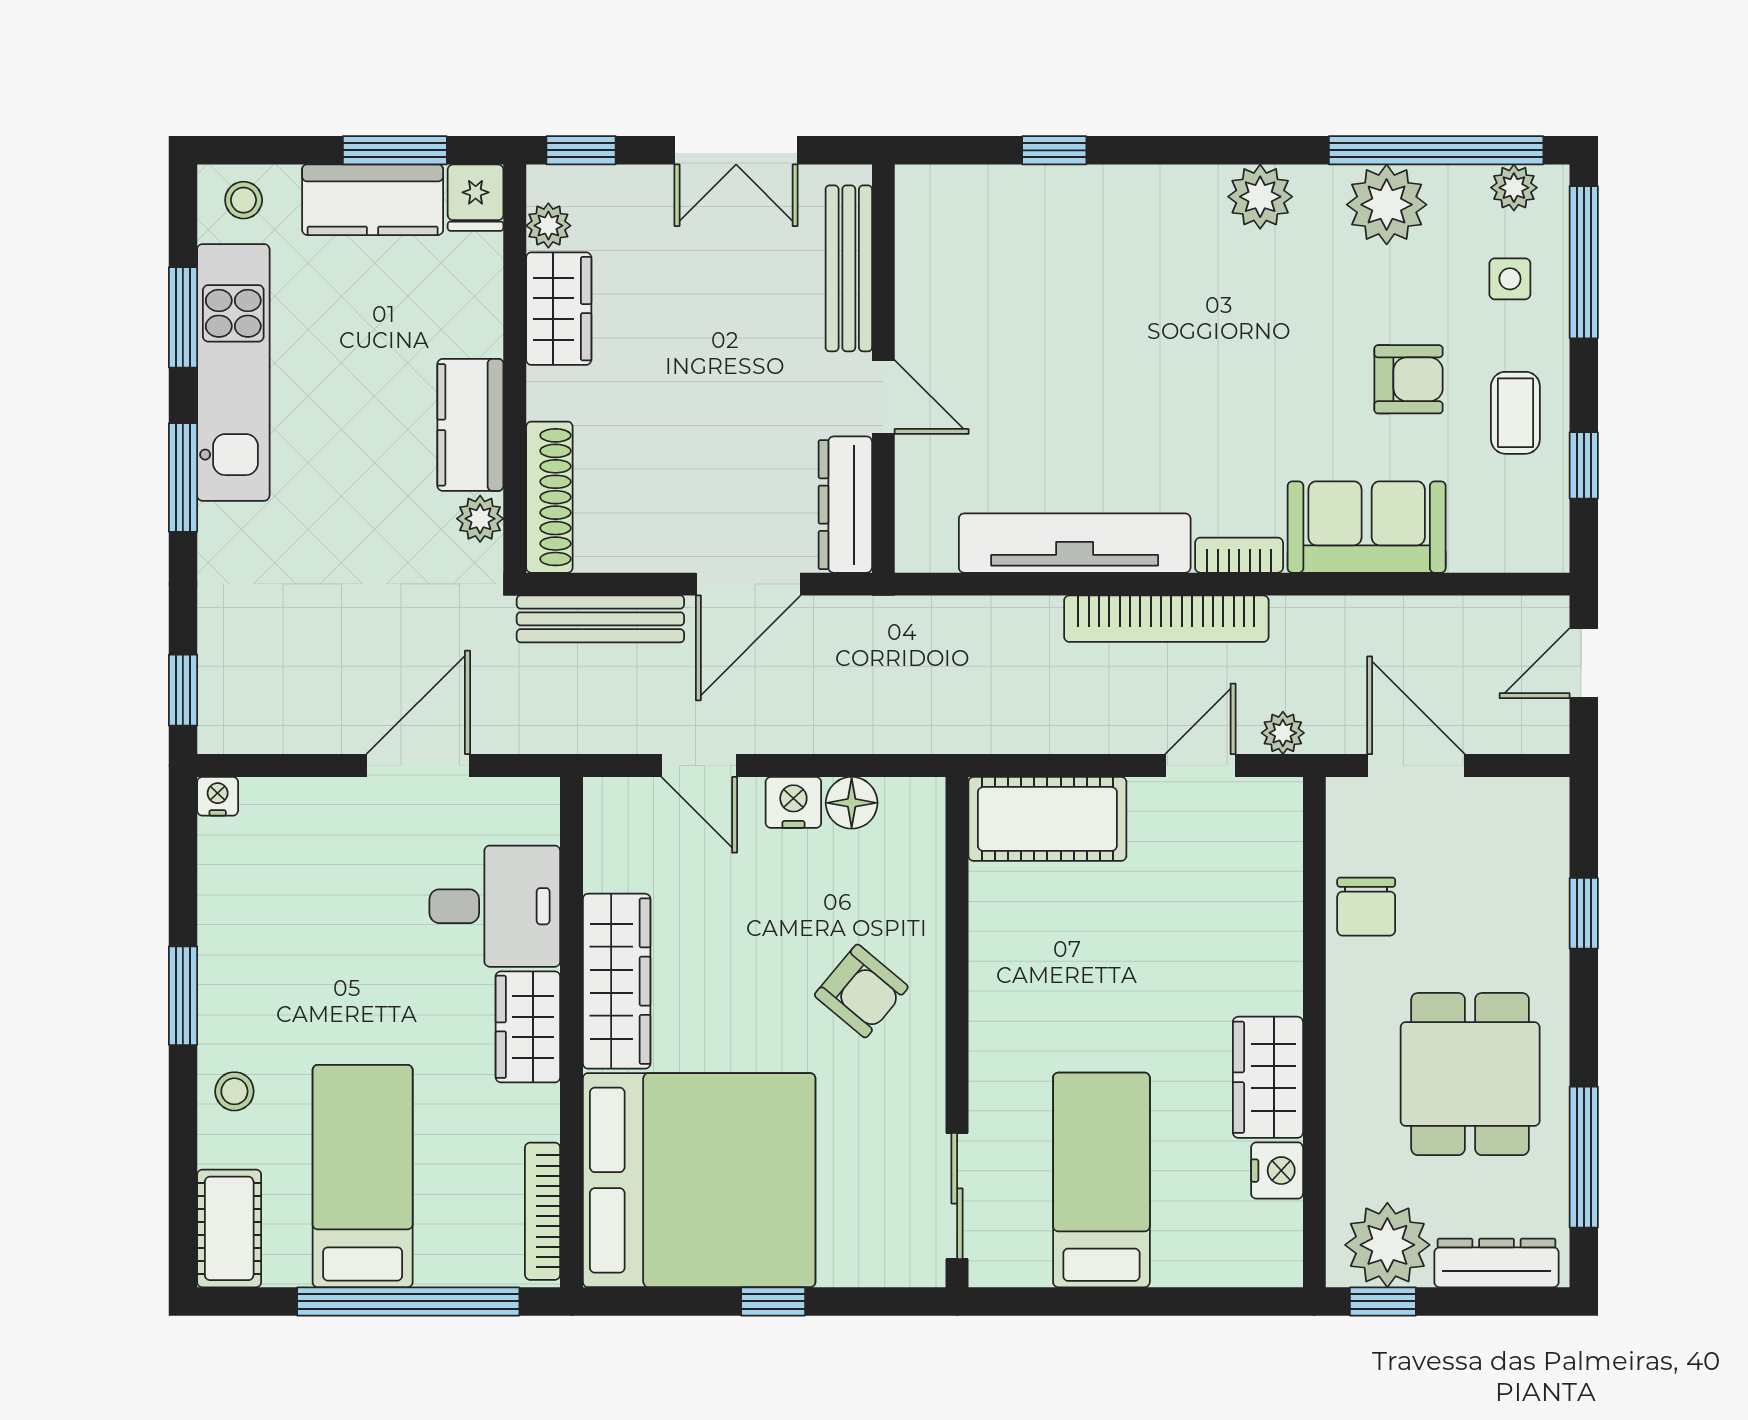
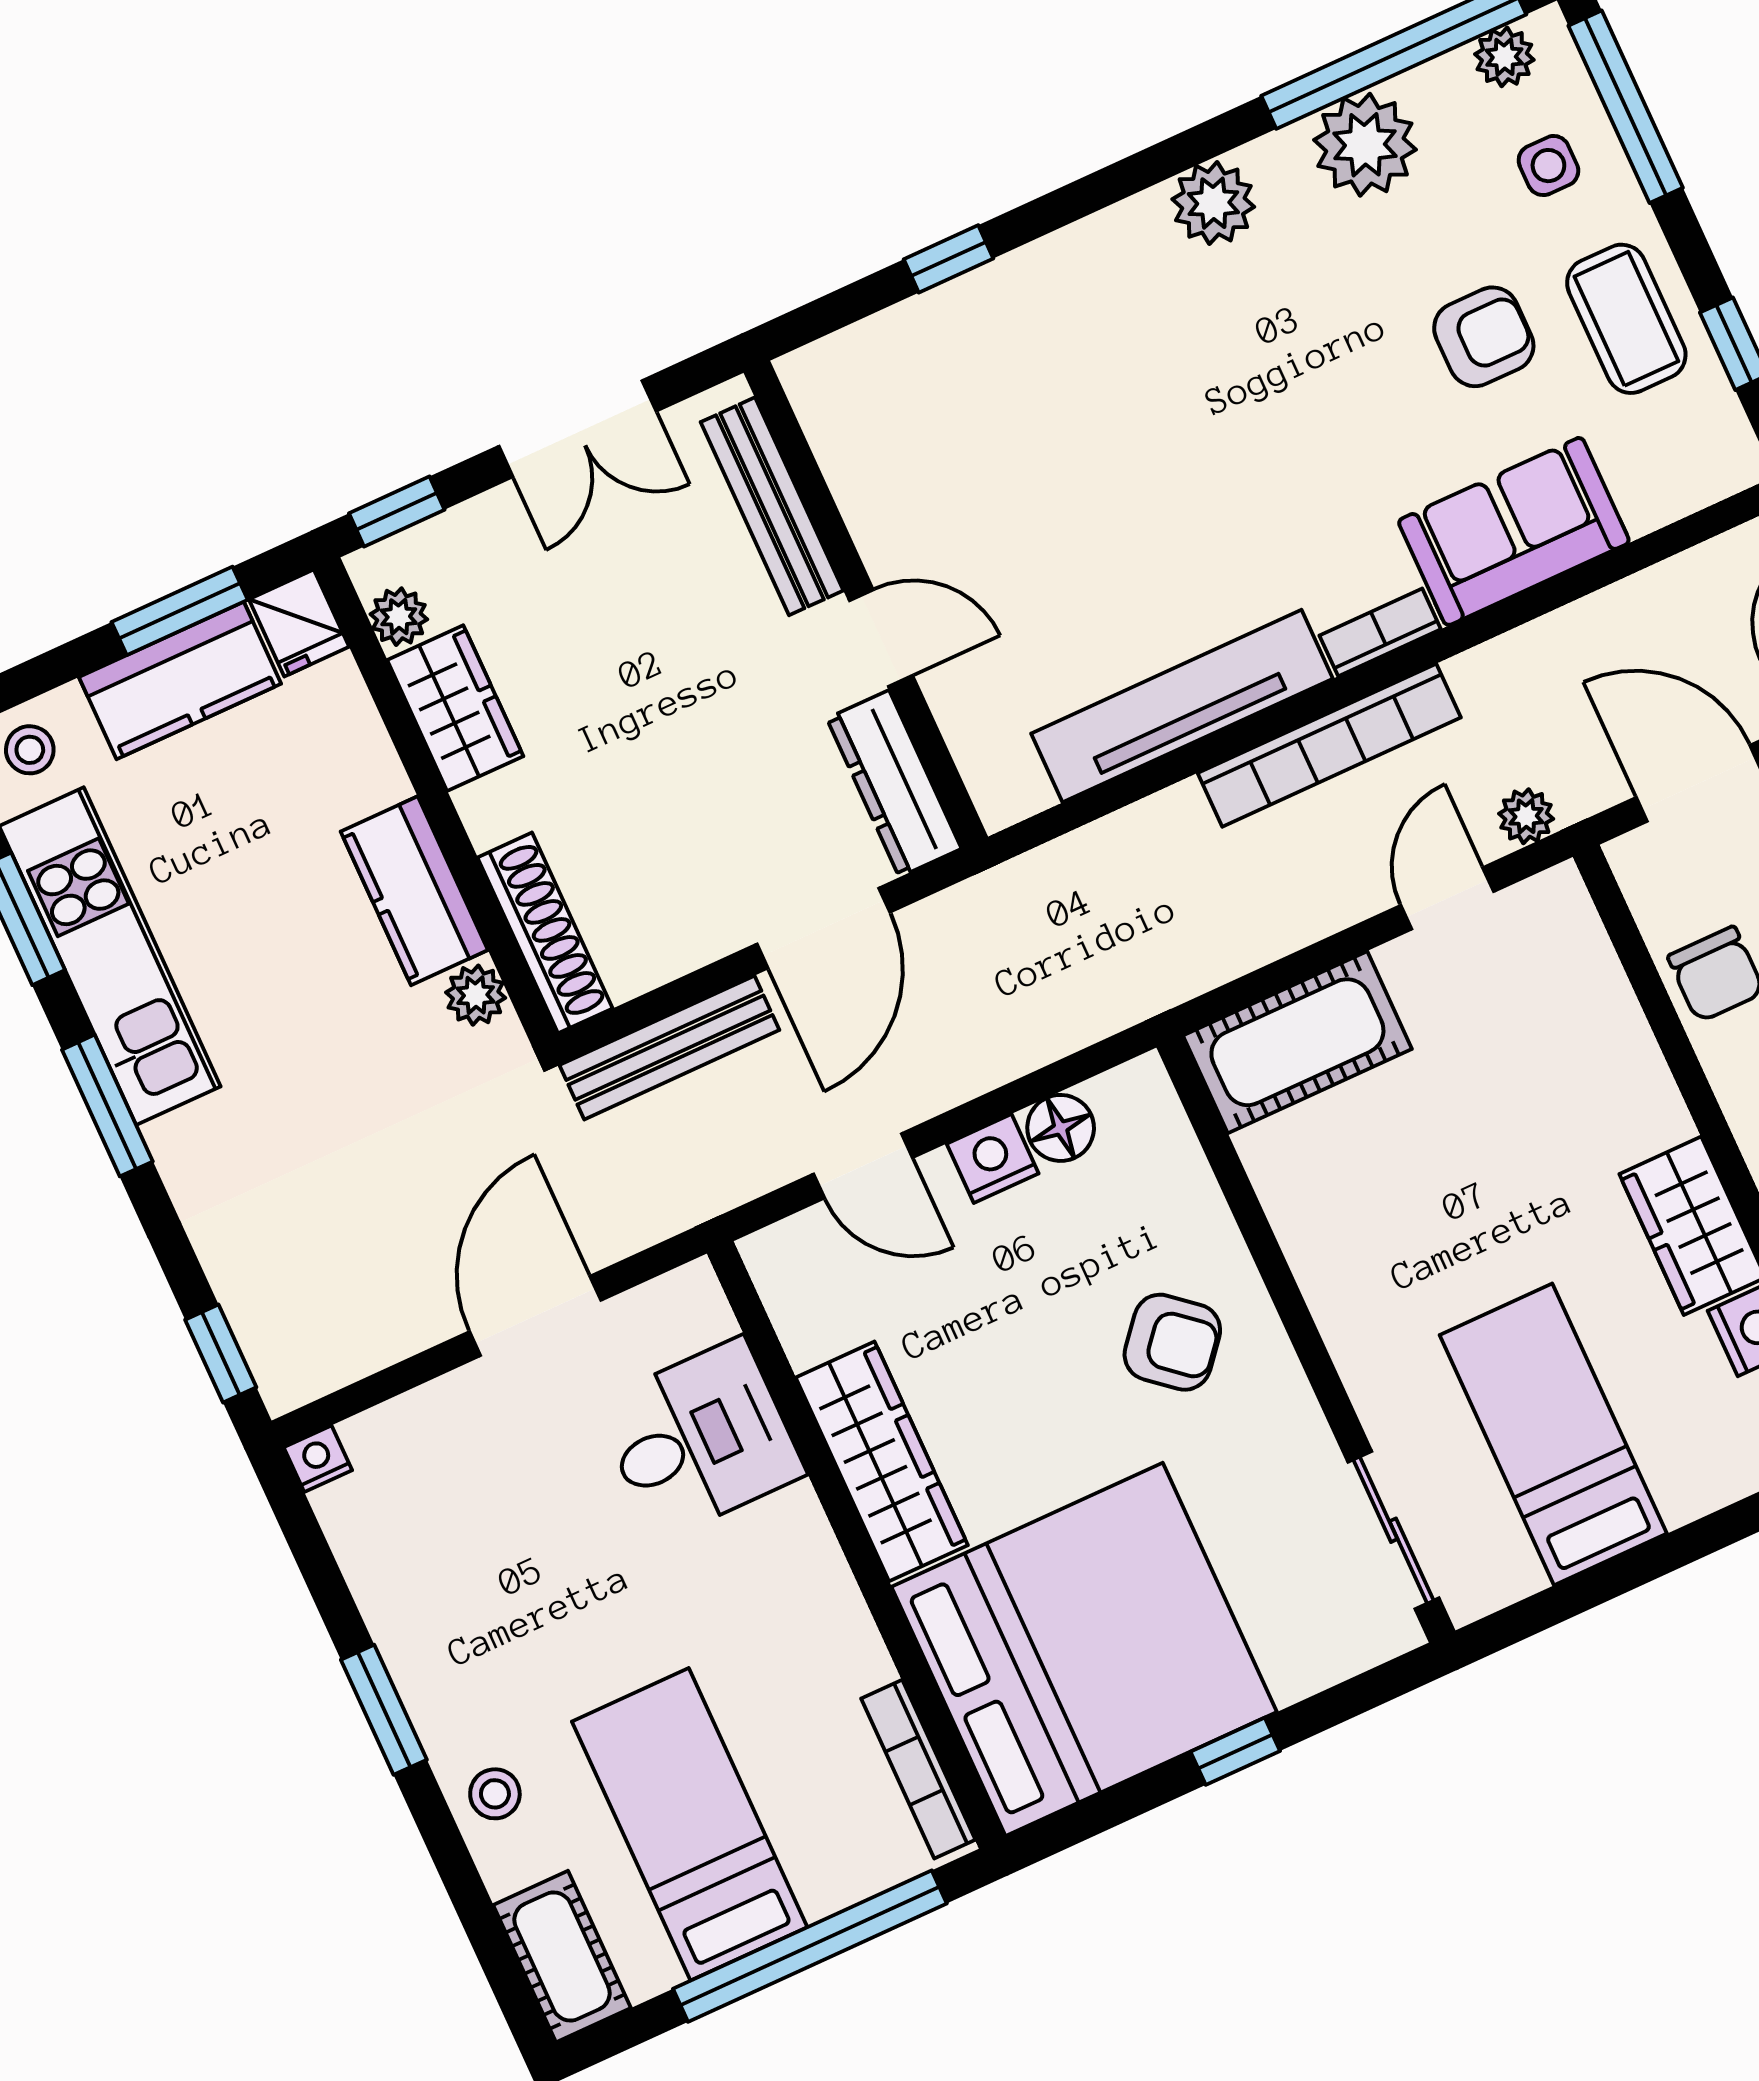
coffee table: (1515, 413) -> (1626, 319), width x1.36, depth x1.30
wardrobe: (528, 1027) -> (803, 1562), removed

